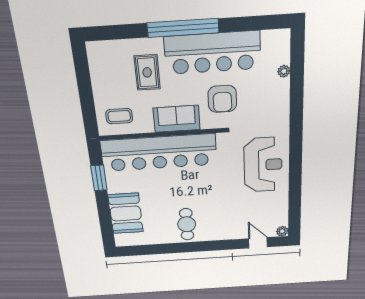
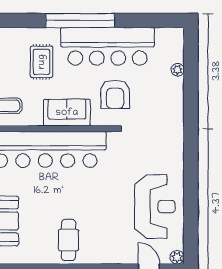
reception desk: (263, 165) -> (155, 207), moved

